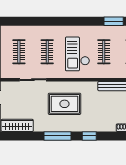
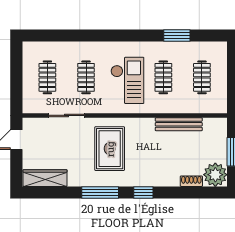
checkout: (77, 54) -> (127, 80), turned 180
rug: (64, 104) -> (110, 149), turned 90

